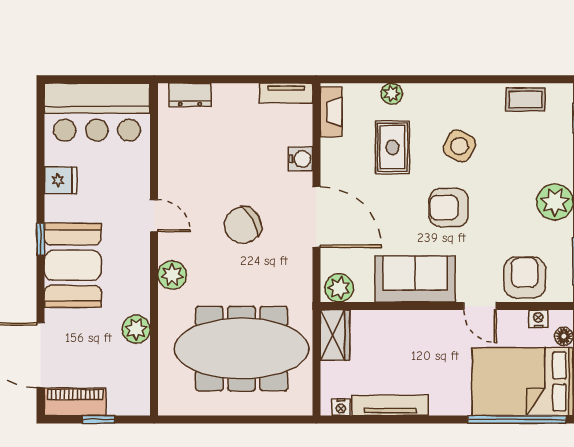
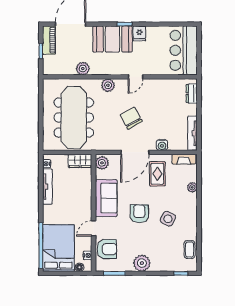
tv unit: (286, 93) -> (193, 133), width x1.41
rug: (392, 147) -> (157, 174), moved, turned 90
fridge: (61, 180) -> (139, 33), moved

